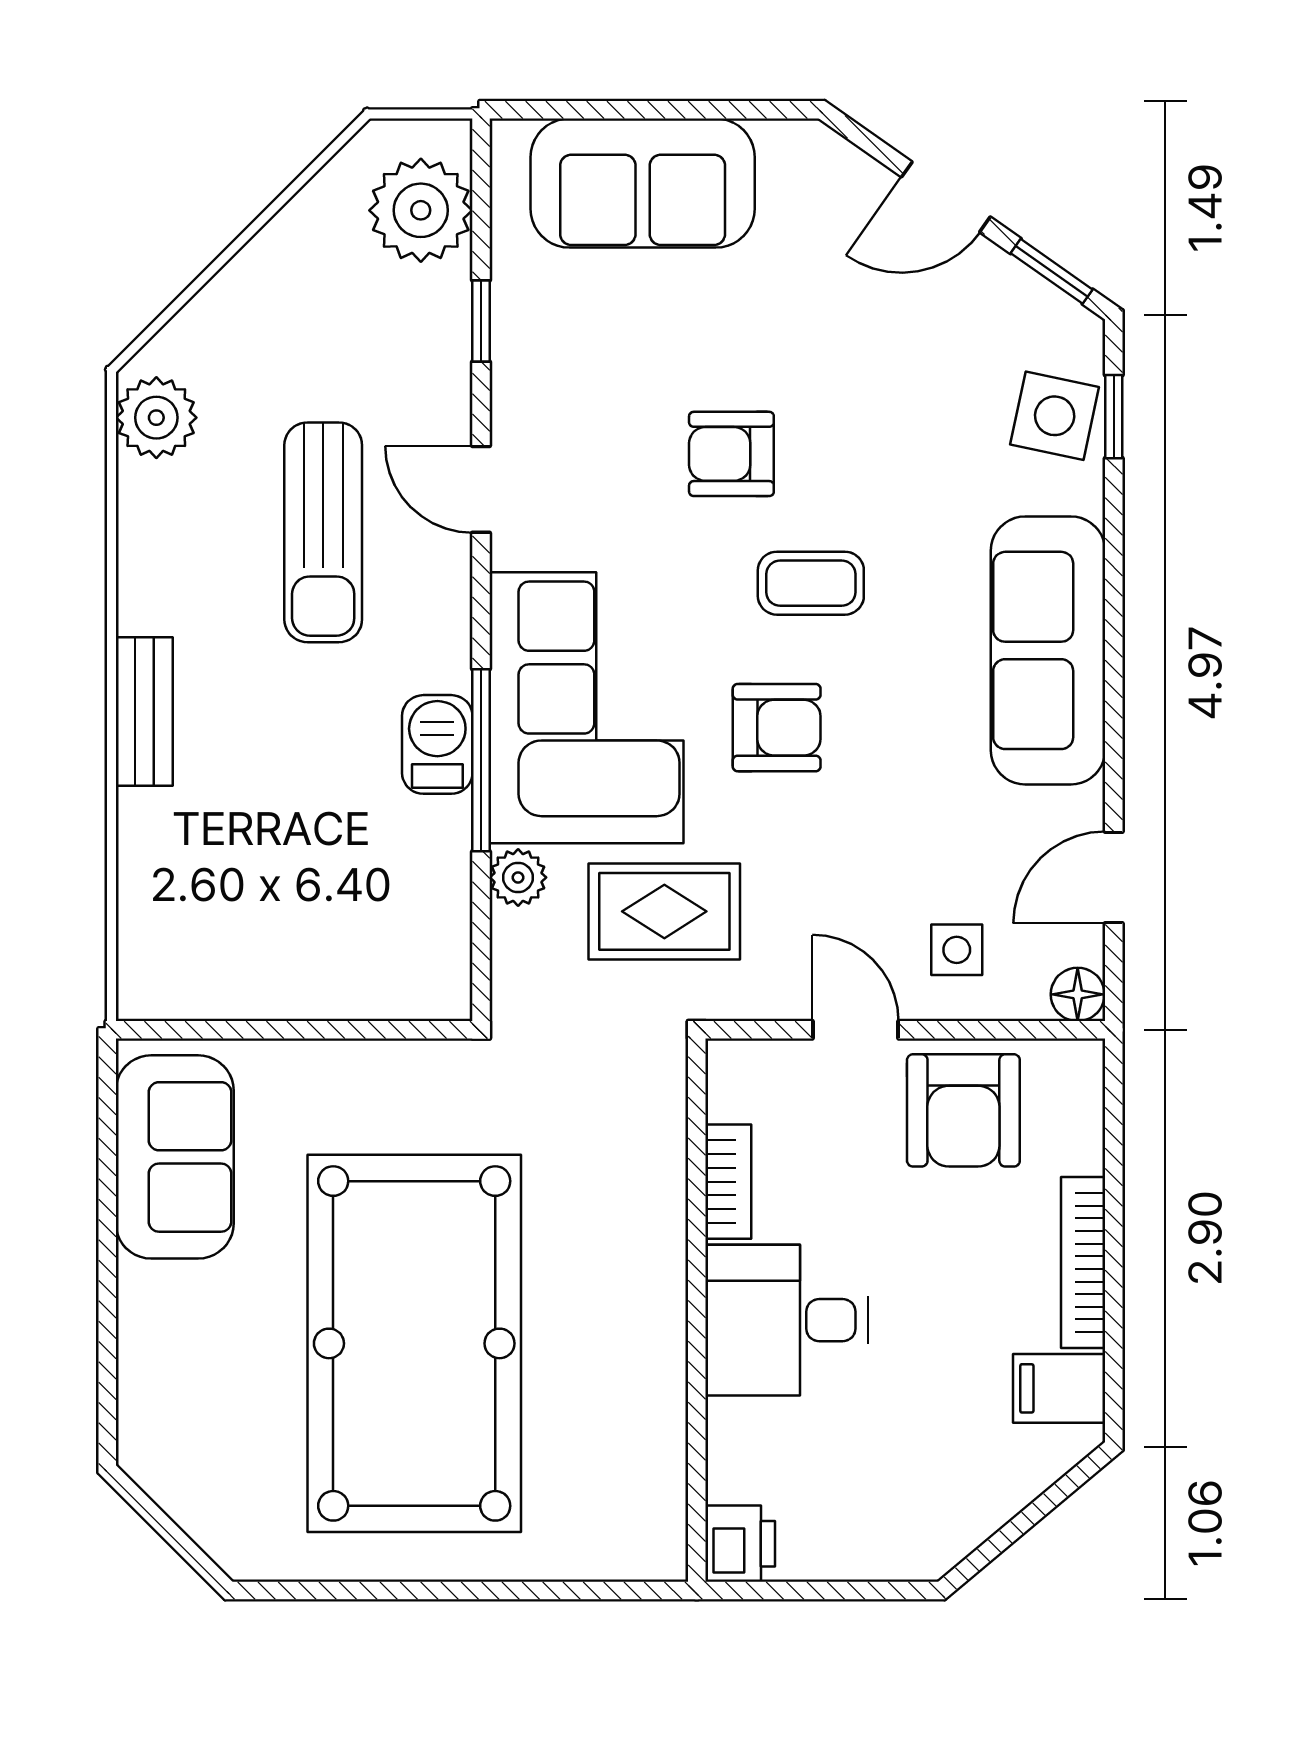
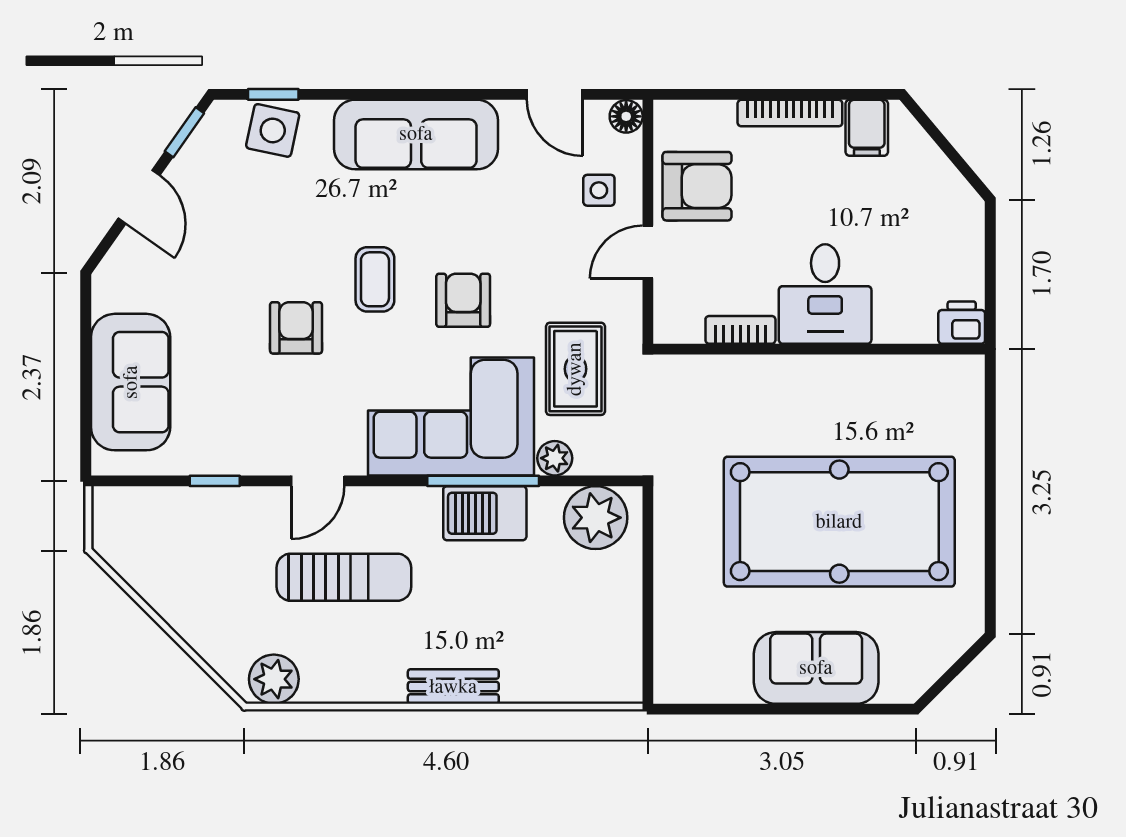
plant: (421, 210) -> (596, 518), moved
armchair: (731, 454) -> (296, 328), turned 180
barbecue: (437, 744) -> (485, 513), width x1.38, depth x1.27
sofa: (175, 1157) -> (816, 668), moved

